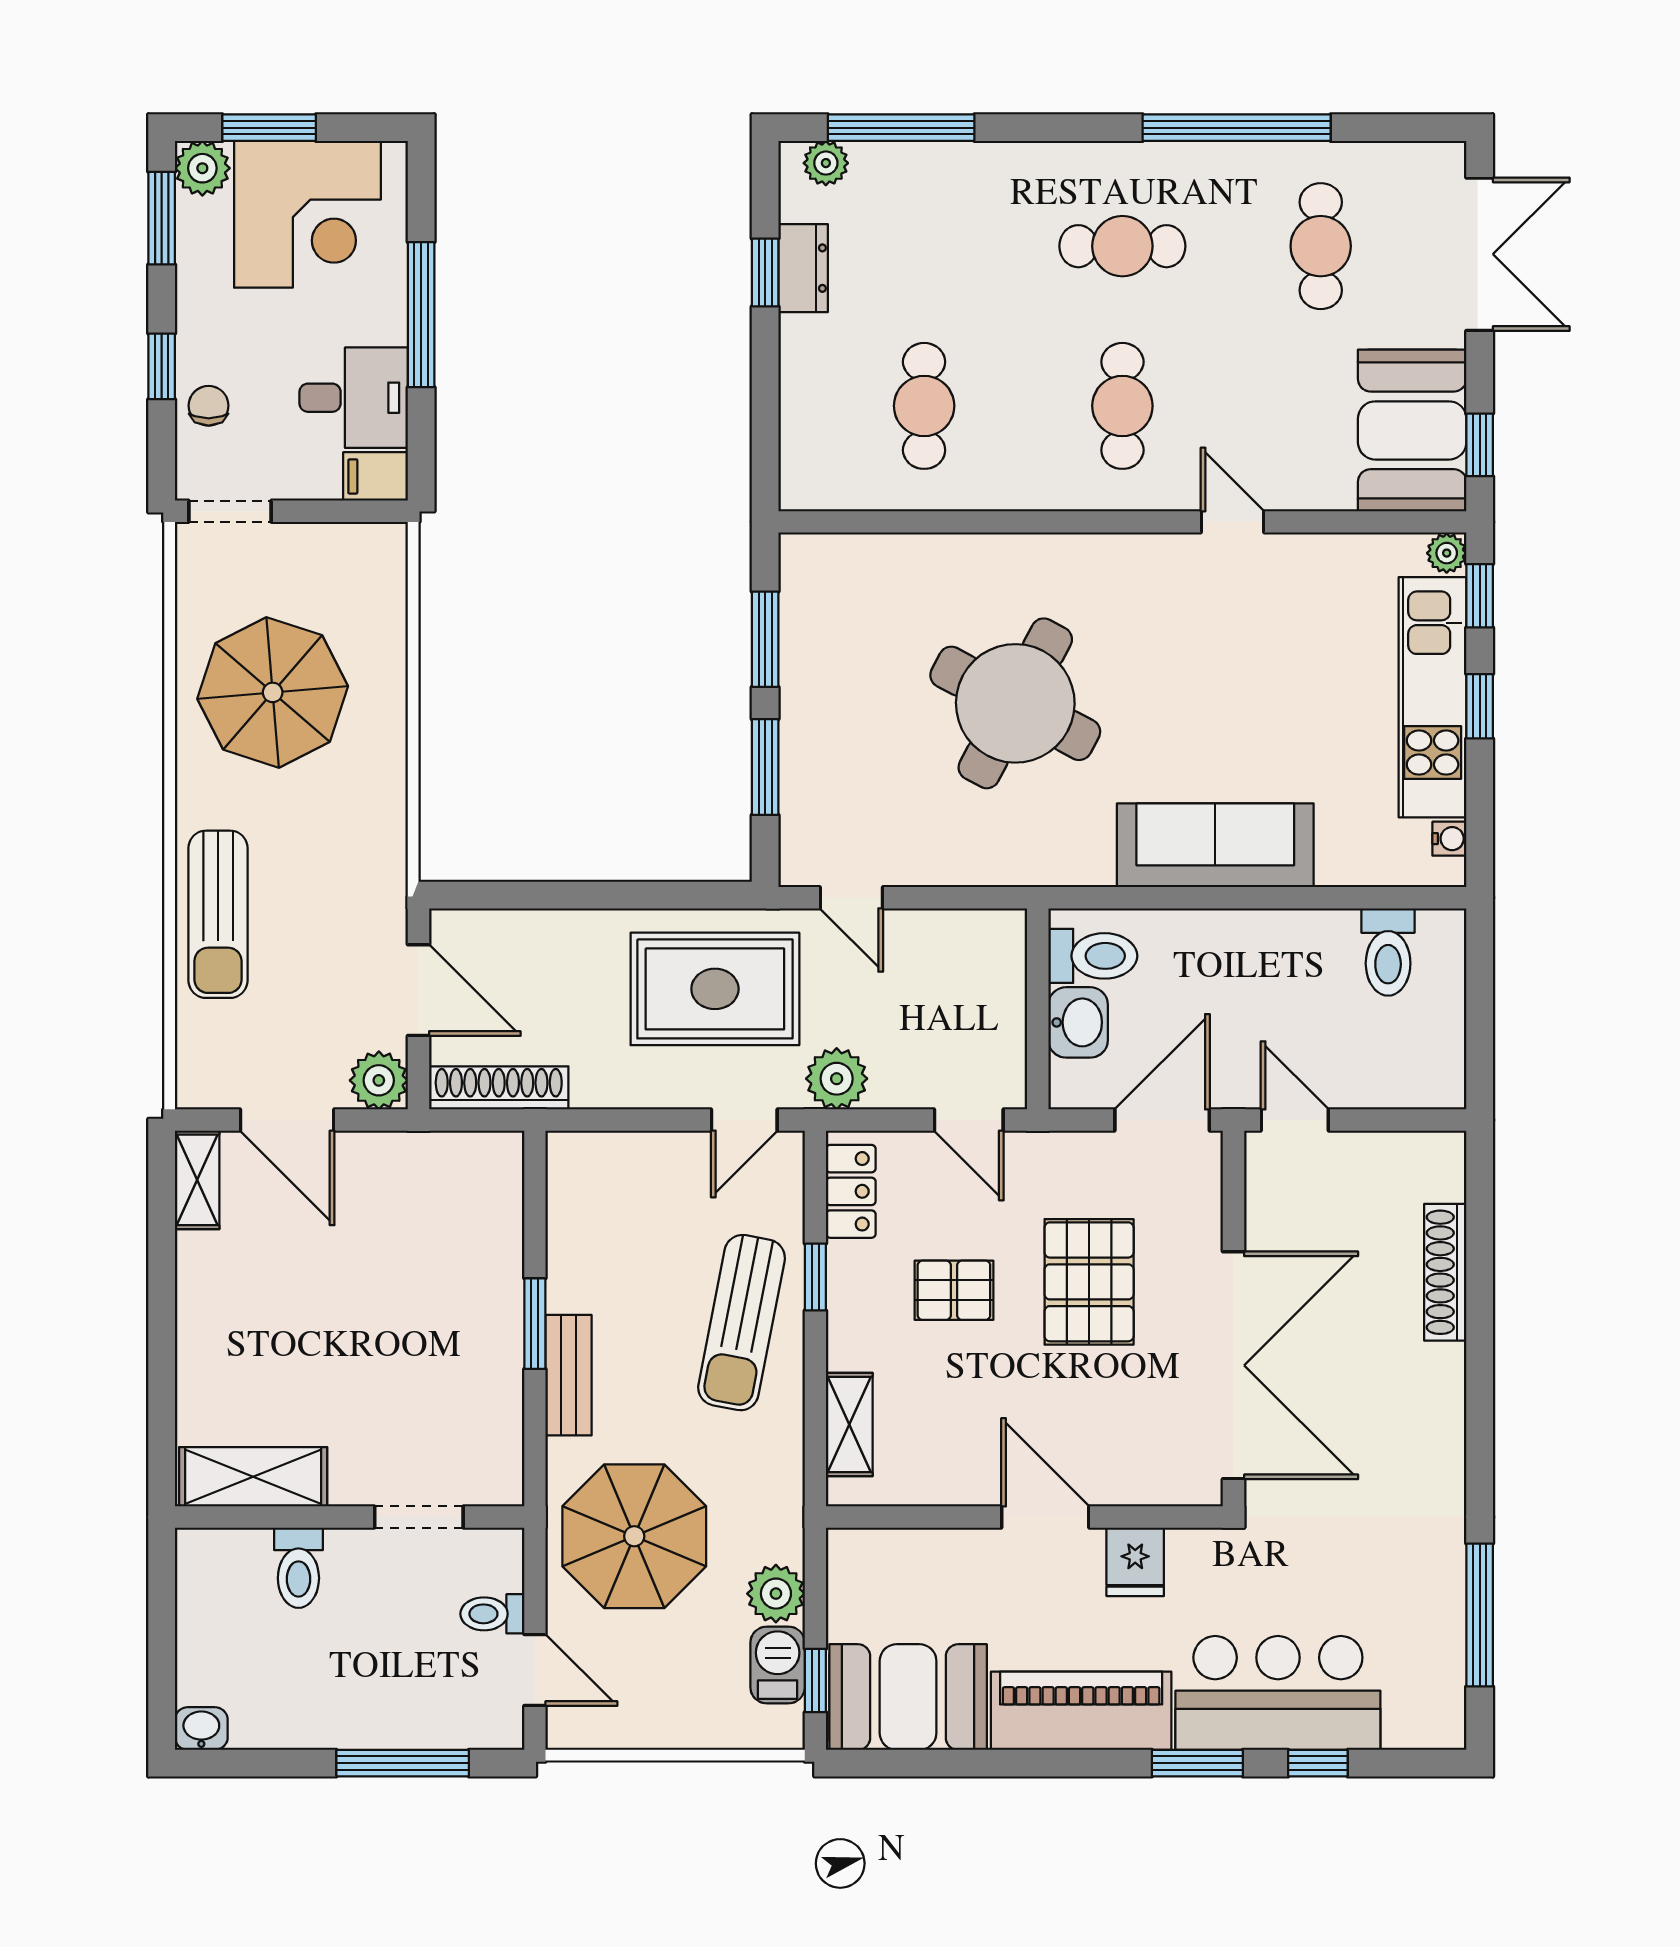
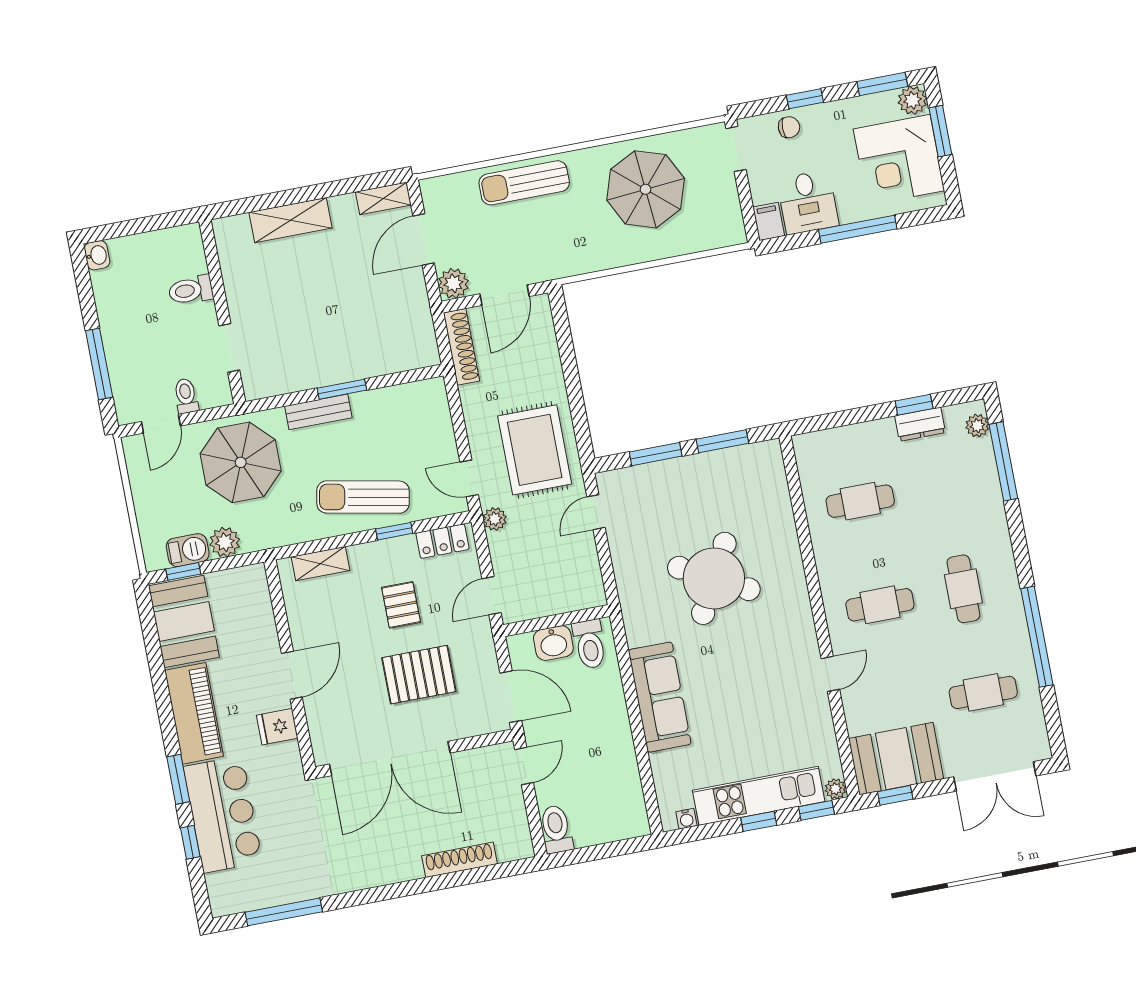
toilet: (1388, 952) -> (556, 829), moved, turned 90
plant: (837, 1079) -> (495, 519), width x0.73, depth x0.73
shelving: (253, 1477) -> (290, 220), moved, turned 90

